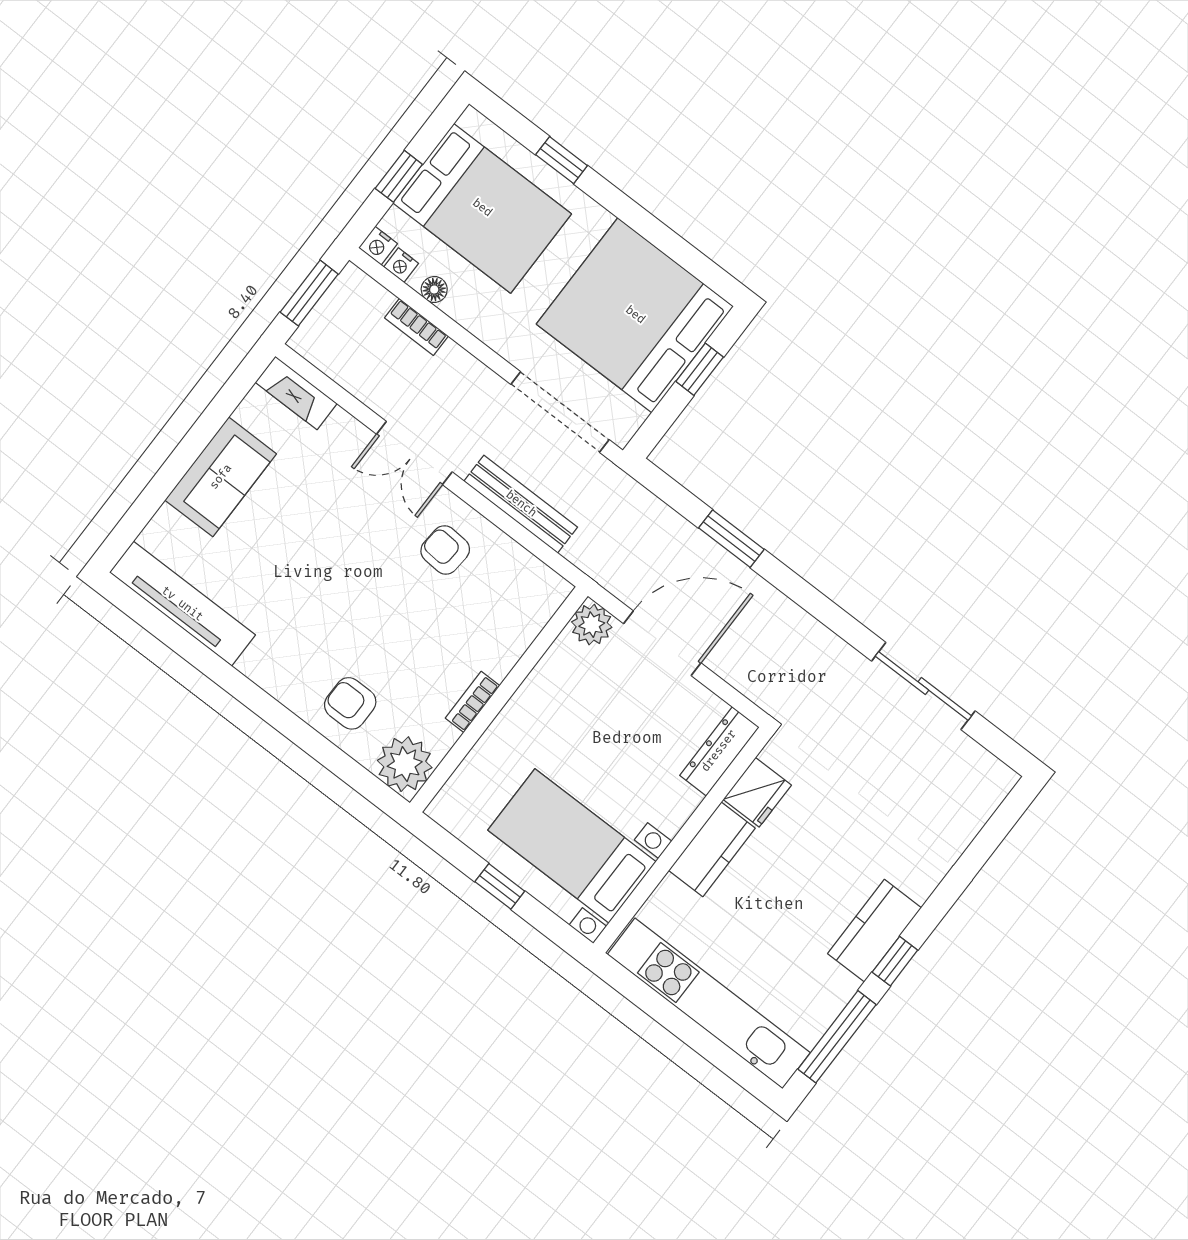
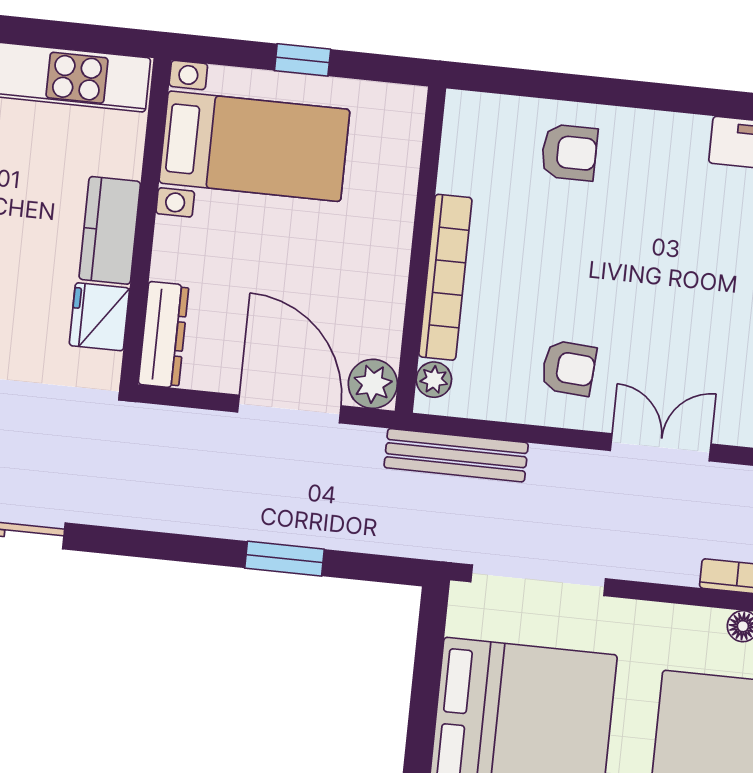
window: (700, 369) -> (423, 711), removed
bench: (521, 504) -> (456, 455), moved
door: (662, 643) -> (289, 409), swing flipped
bookcase: (473, 702) -> (445, 277), width x2.31, depth x1.31
plant: (405, 764) -> (434, 380), moved, width x0.53, depth x0.53

